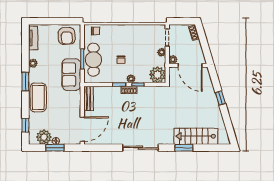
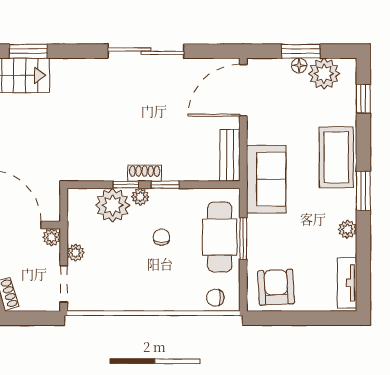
sofa: (71, 75) -> (266, 179), moved
plant: (157, 75) -> (113, 205), moved
sliding door: (140, 148) -> (146, 51), moved

